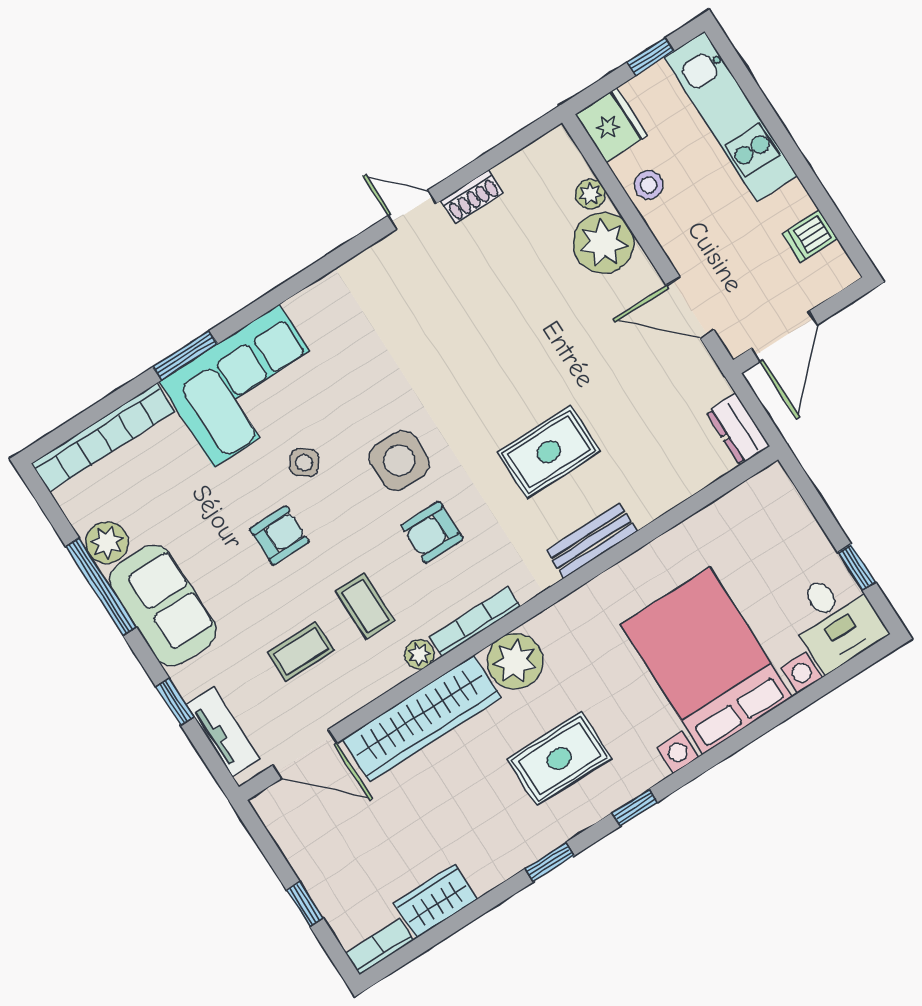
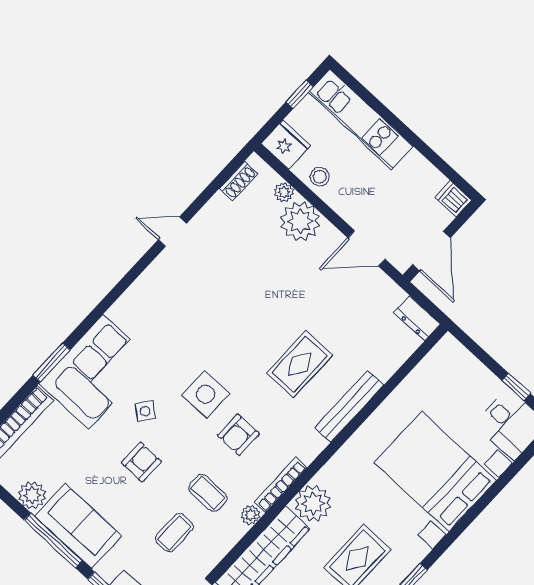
shoe rack: (472, 197) -> (239, 181), moved
dishwasher: (810, 236) -> (453, 199), moved, turned 90
bench: (592, 541) -> (349, 406), width x1.36
window: (101, 587) -> (53, 540), moved

